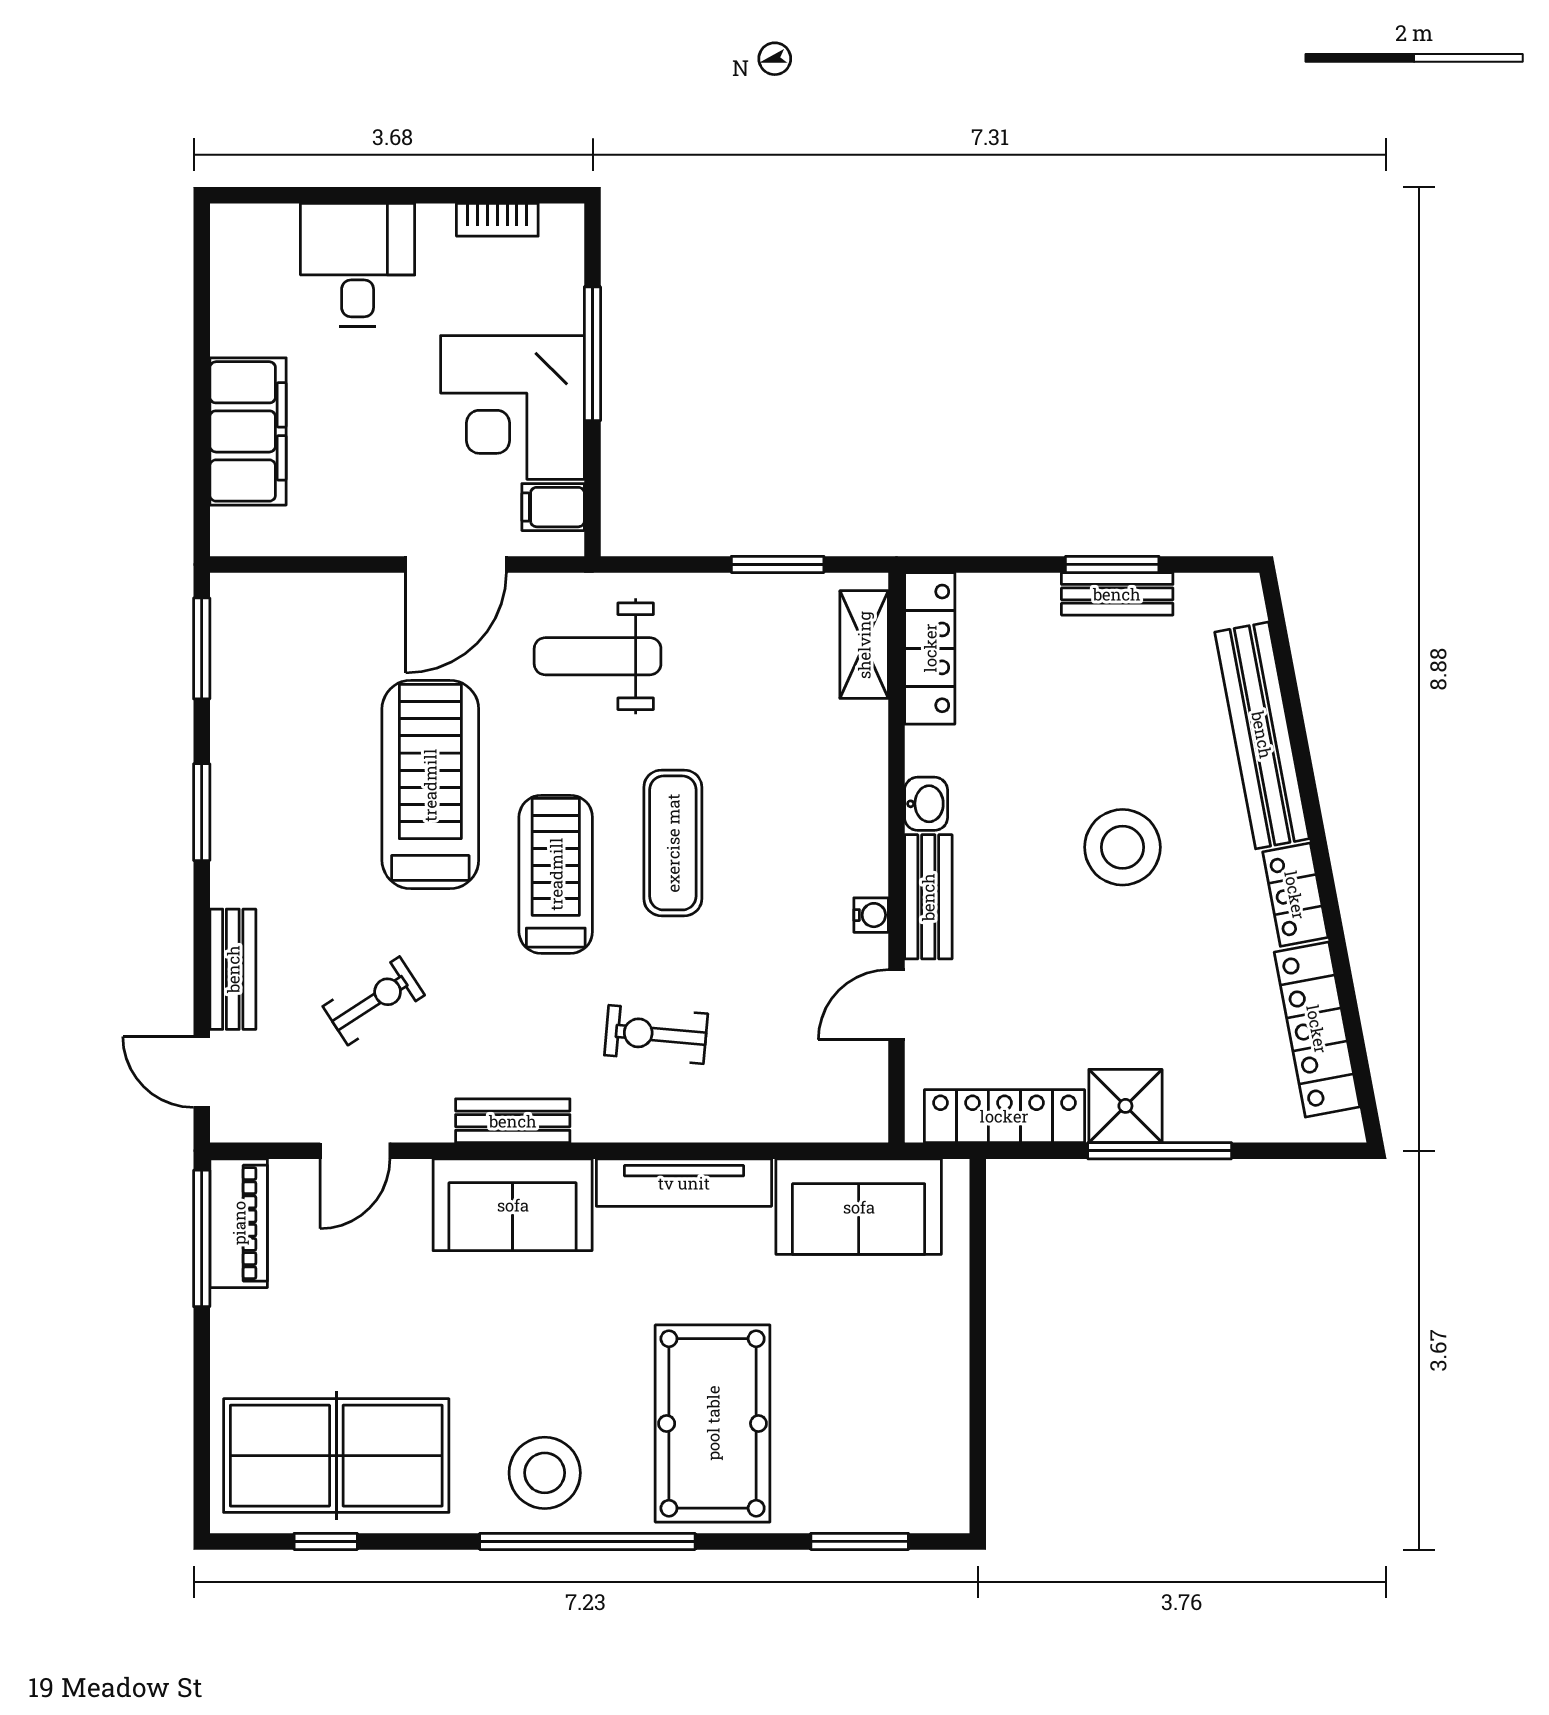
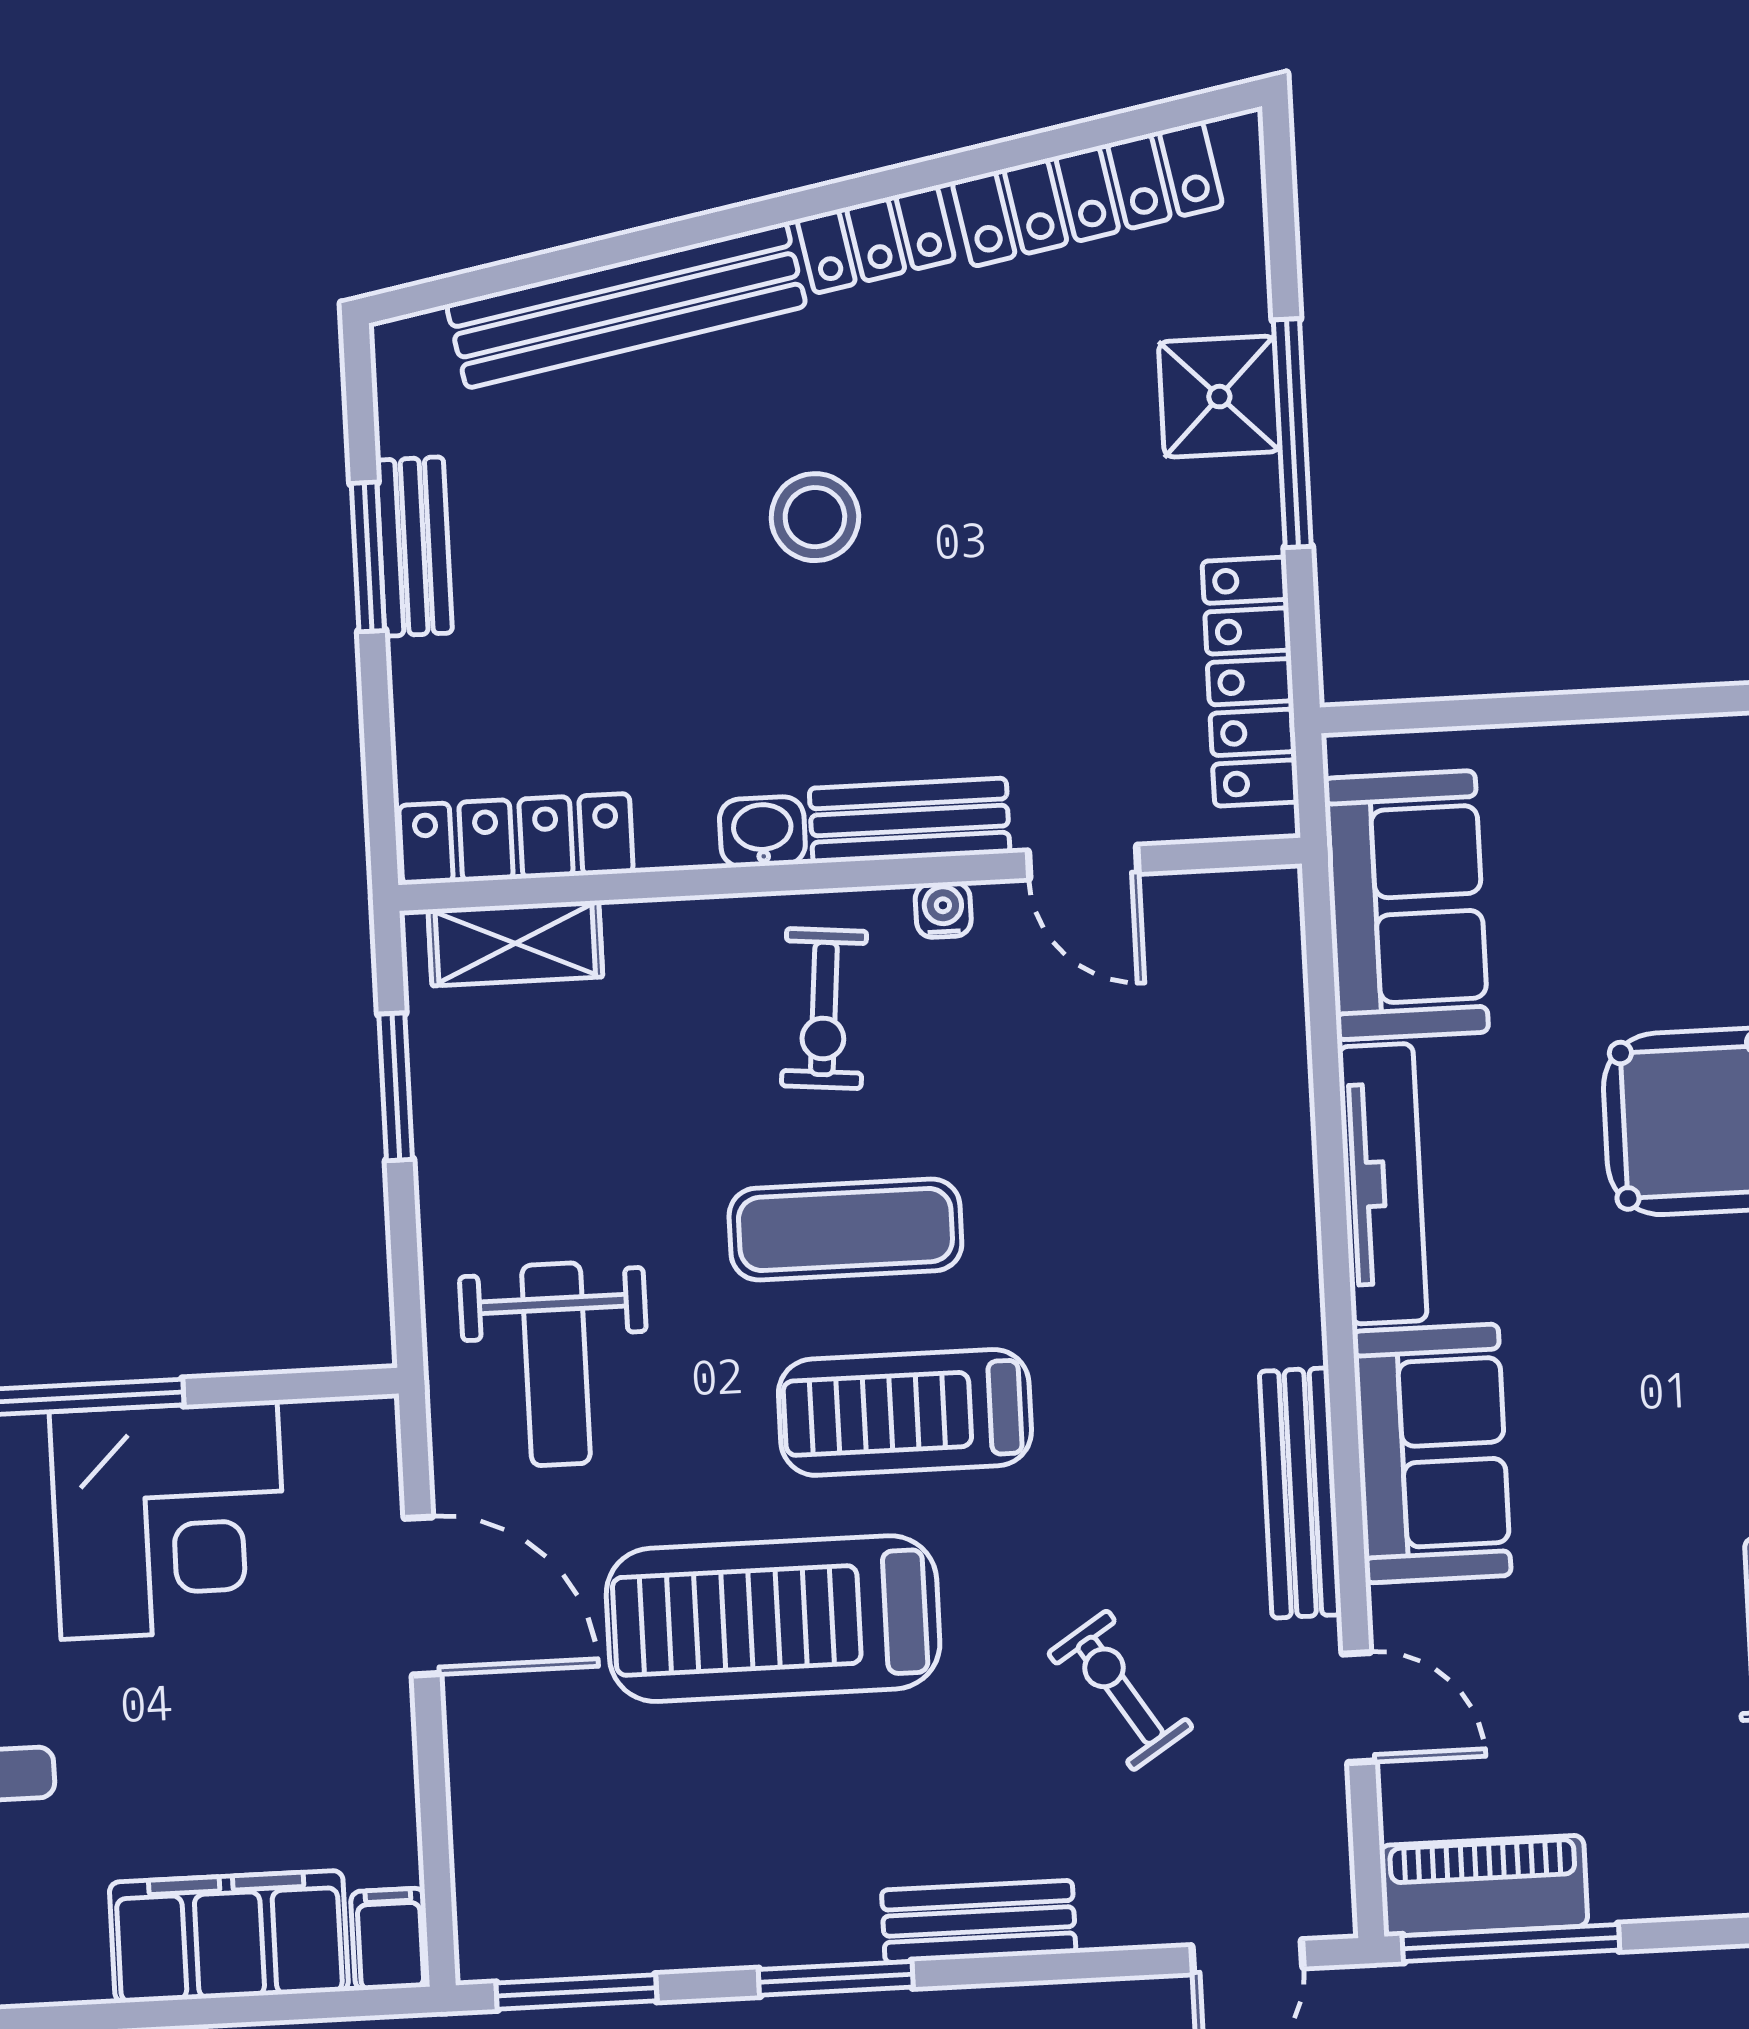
filing cabinet: (553, 507) -> (390, 1939), moved, turned 180
stool: (1122, 847) -> (815, 517), width x0.73, depth x0.73
bench: (233, 969) -> (979, 1921), moved
exercise bike: (656, 1034) -> (824, 1009), moved
shower: (1125, 1106) -> (1219, 397), moved
bench: (513, 1121) -> (1300, 1493), width x1.36

